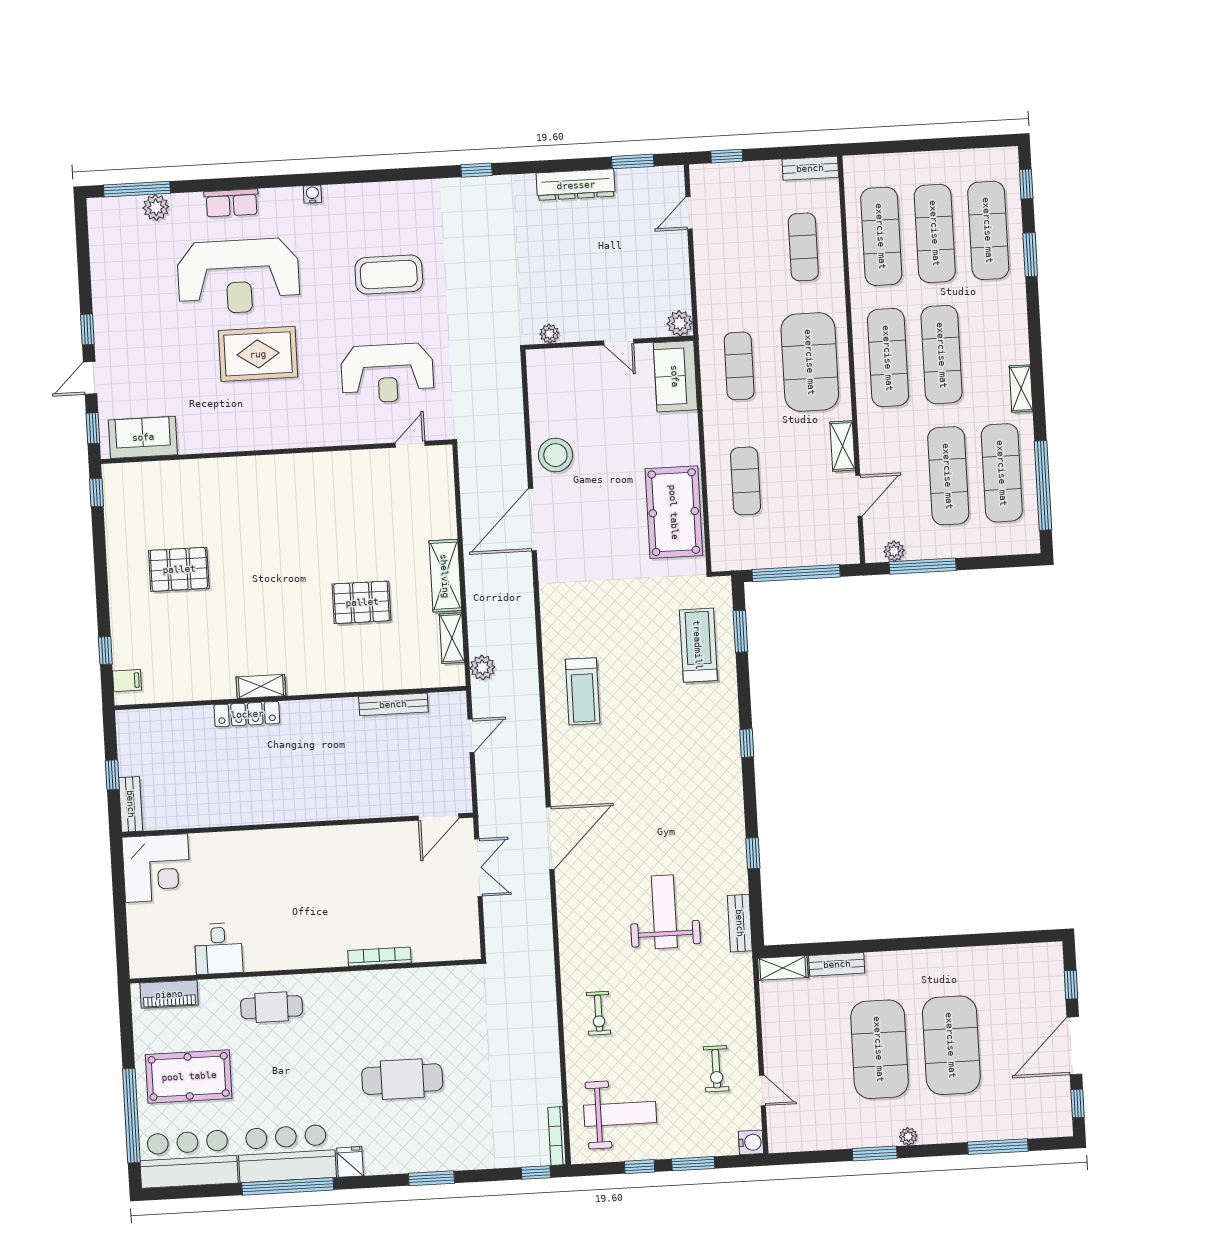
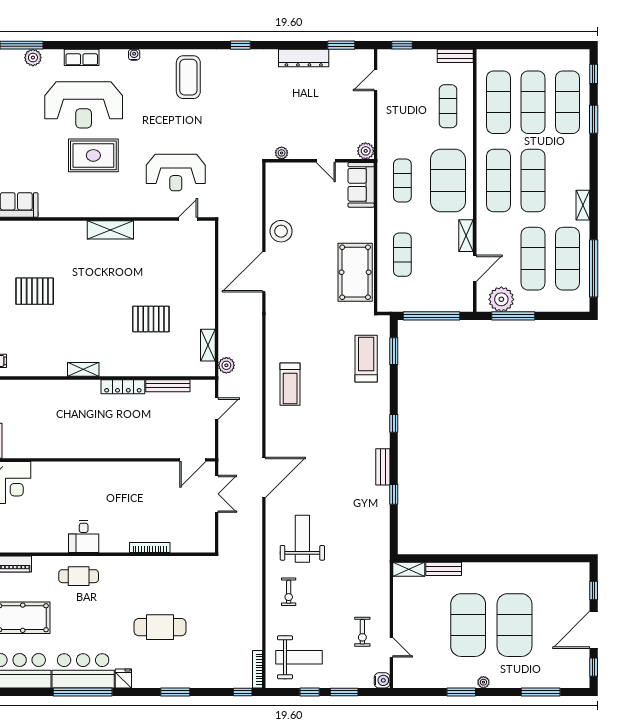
coffee table: (389, 275) -> (188, 77), moved, turned 90
plant: (894, 551) -> (501, 299), width x1.87, depth x1.87
shelving: (445, 576) -> (110, 230), moved, turned 90
locker: (247, 714) -> (123, 387), moved
weight bench: (664, 912) -> (302, 539), moved
bench: (740, 923) -> (383, 467), moved
desk: (218, 949) -> (84, 537), moved

